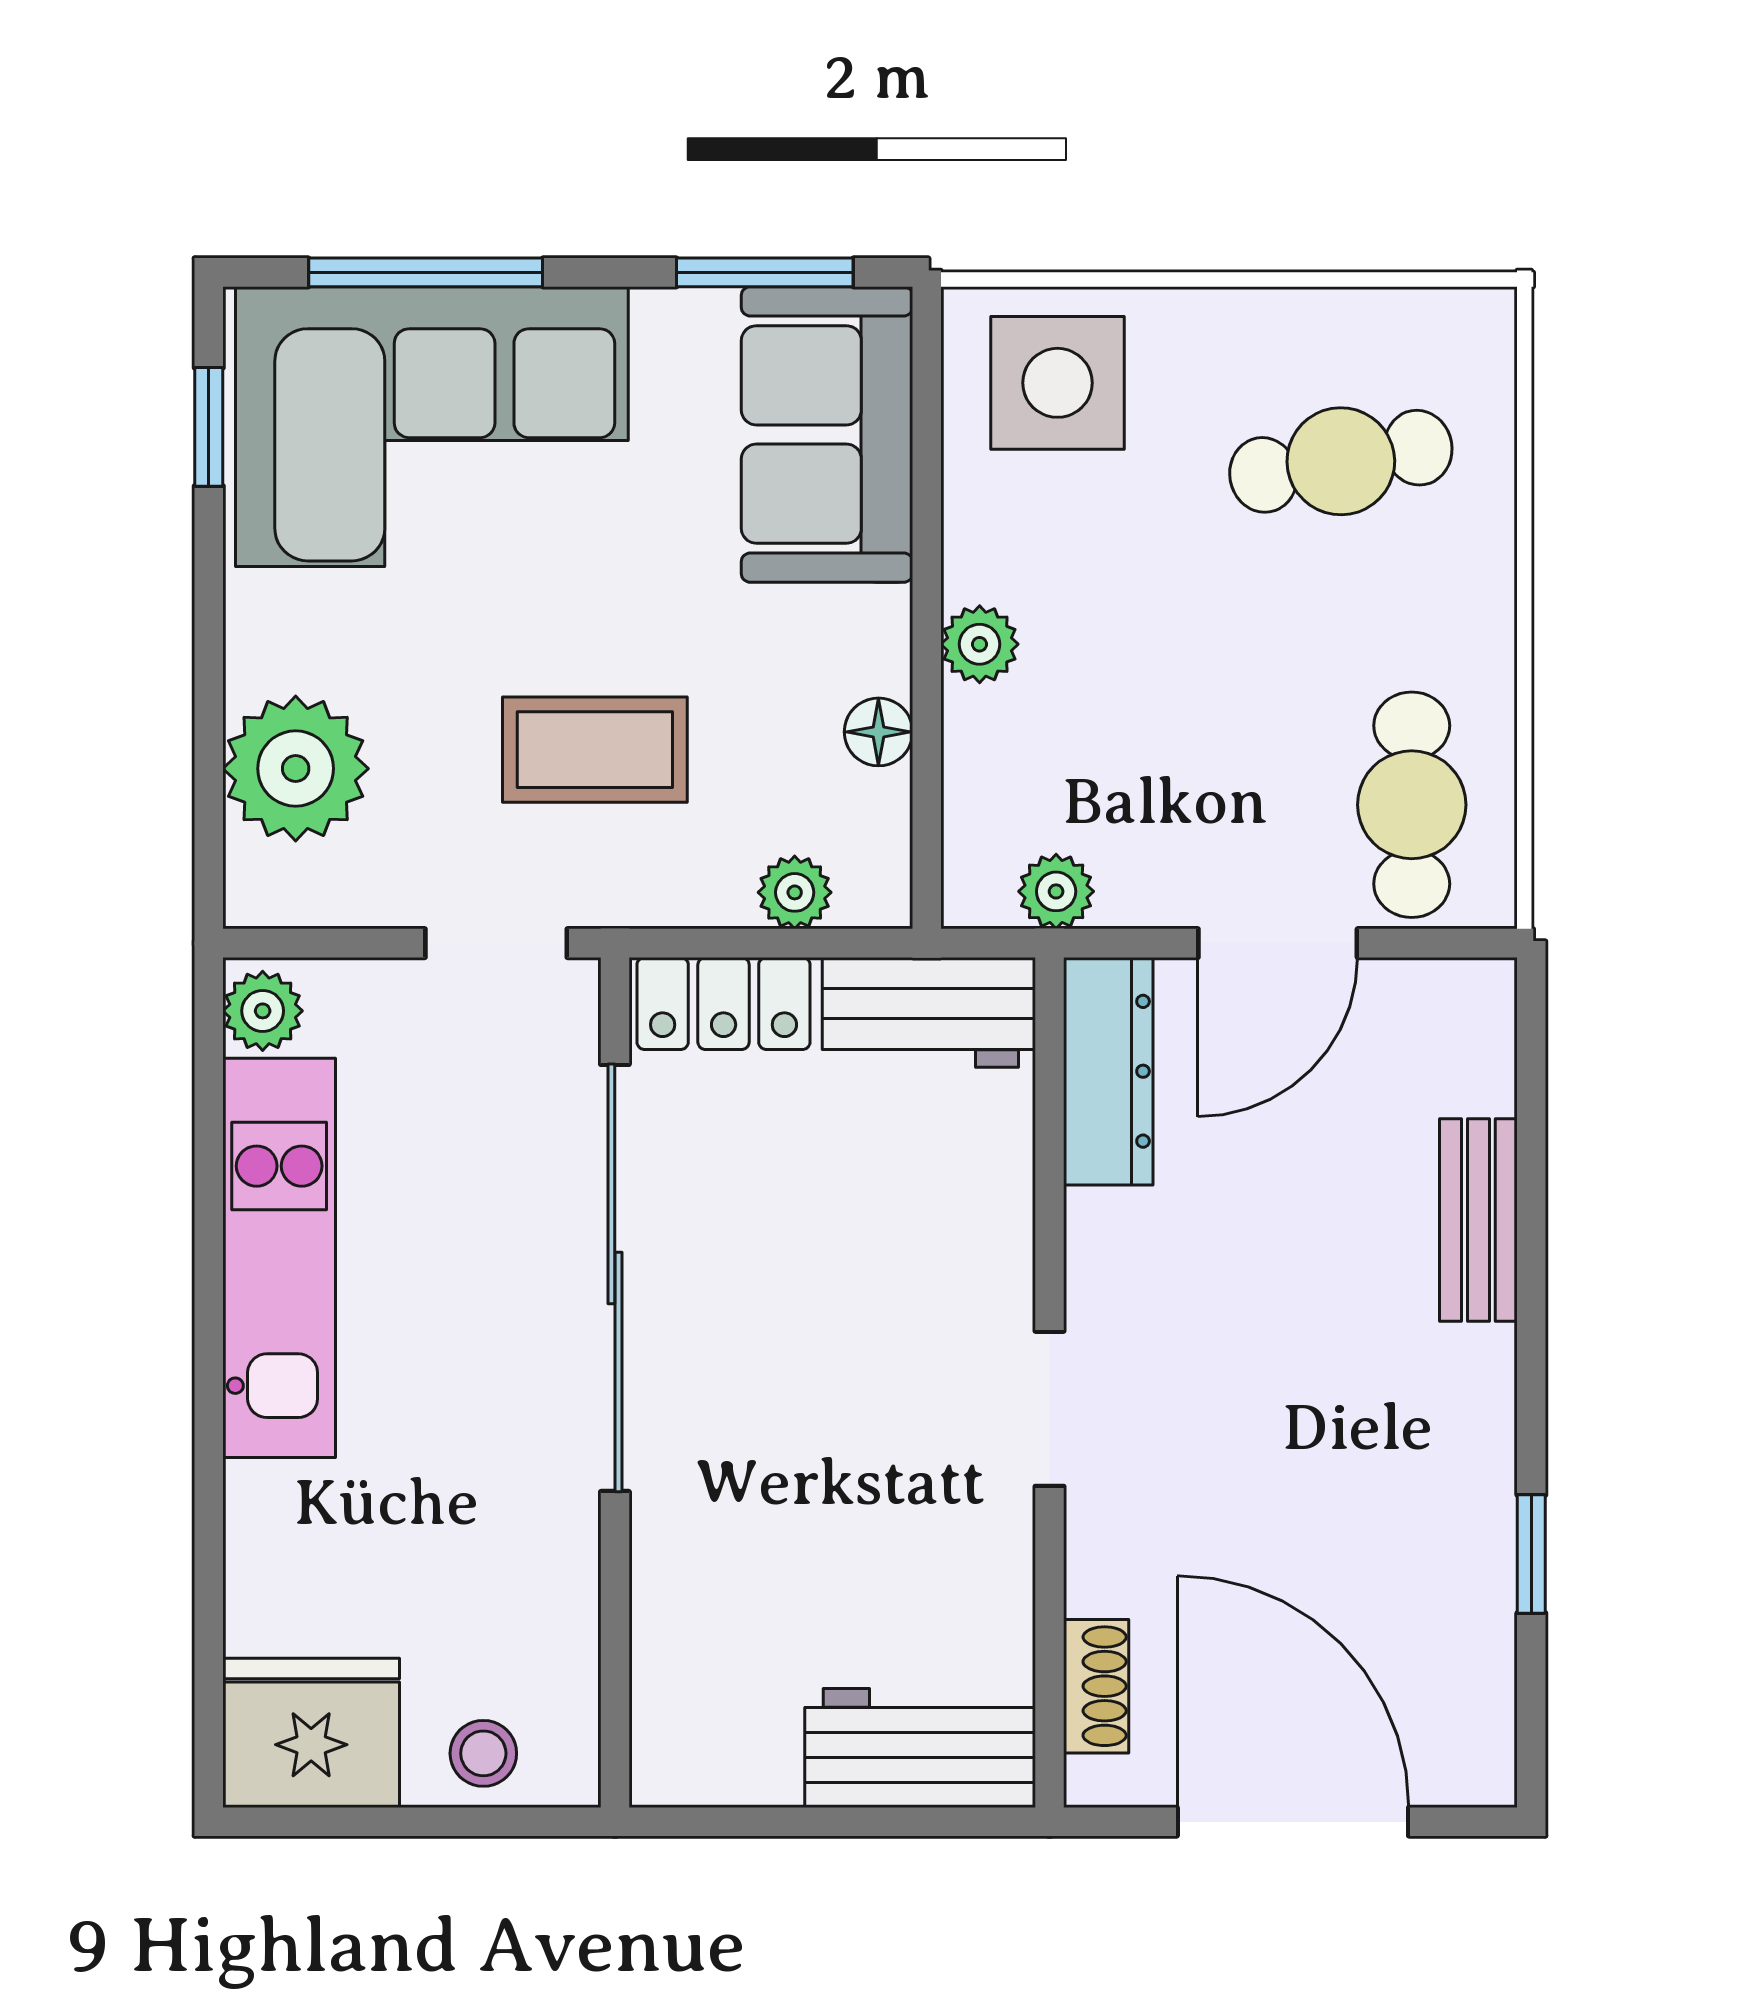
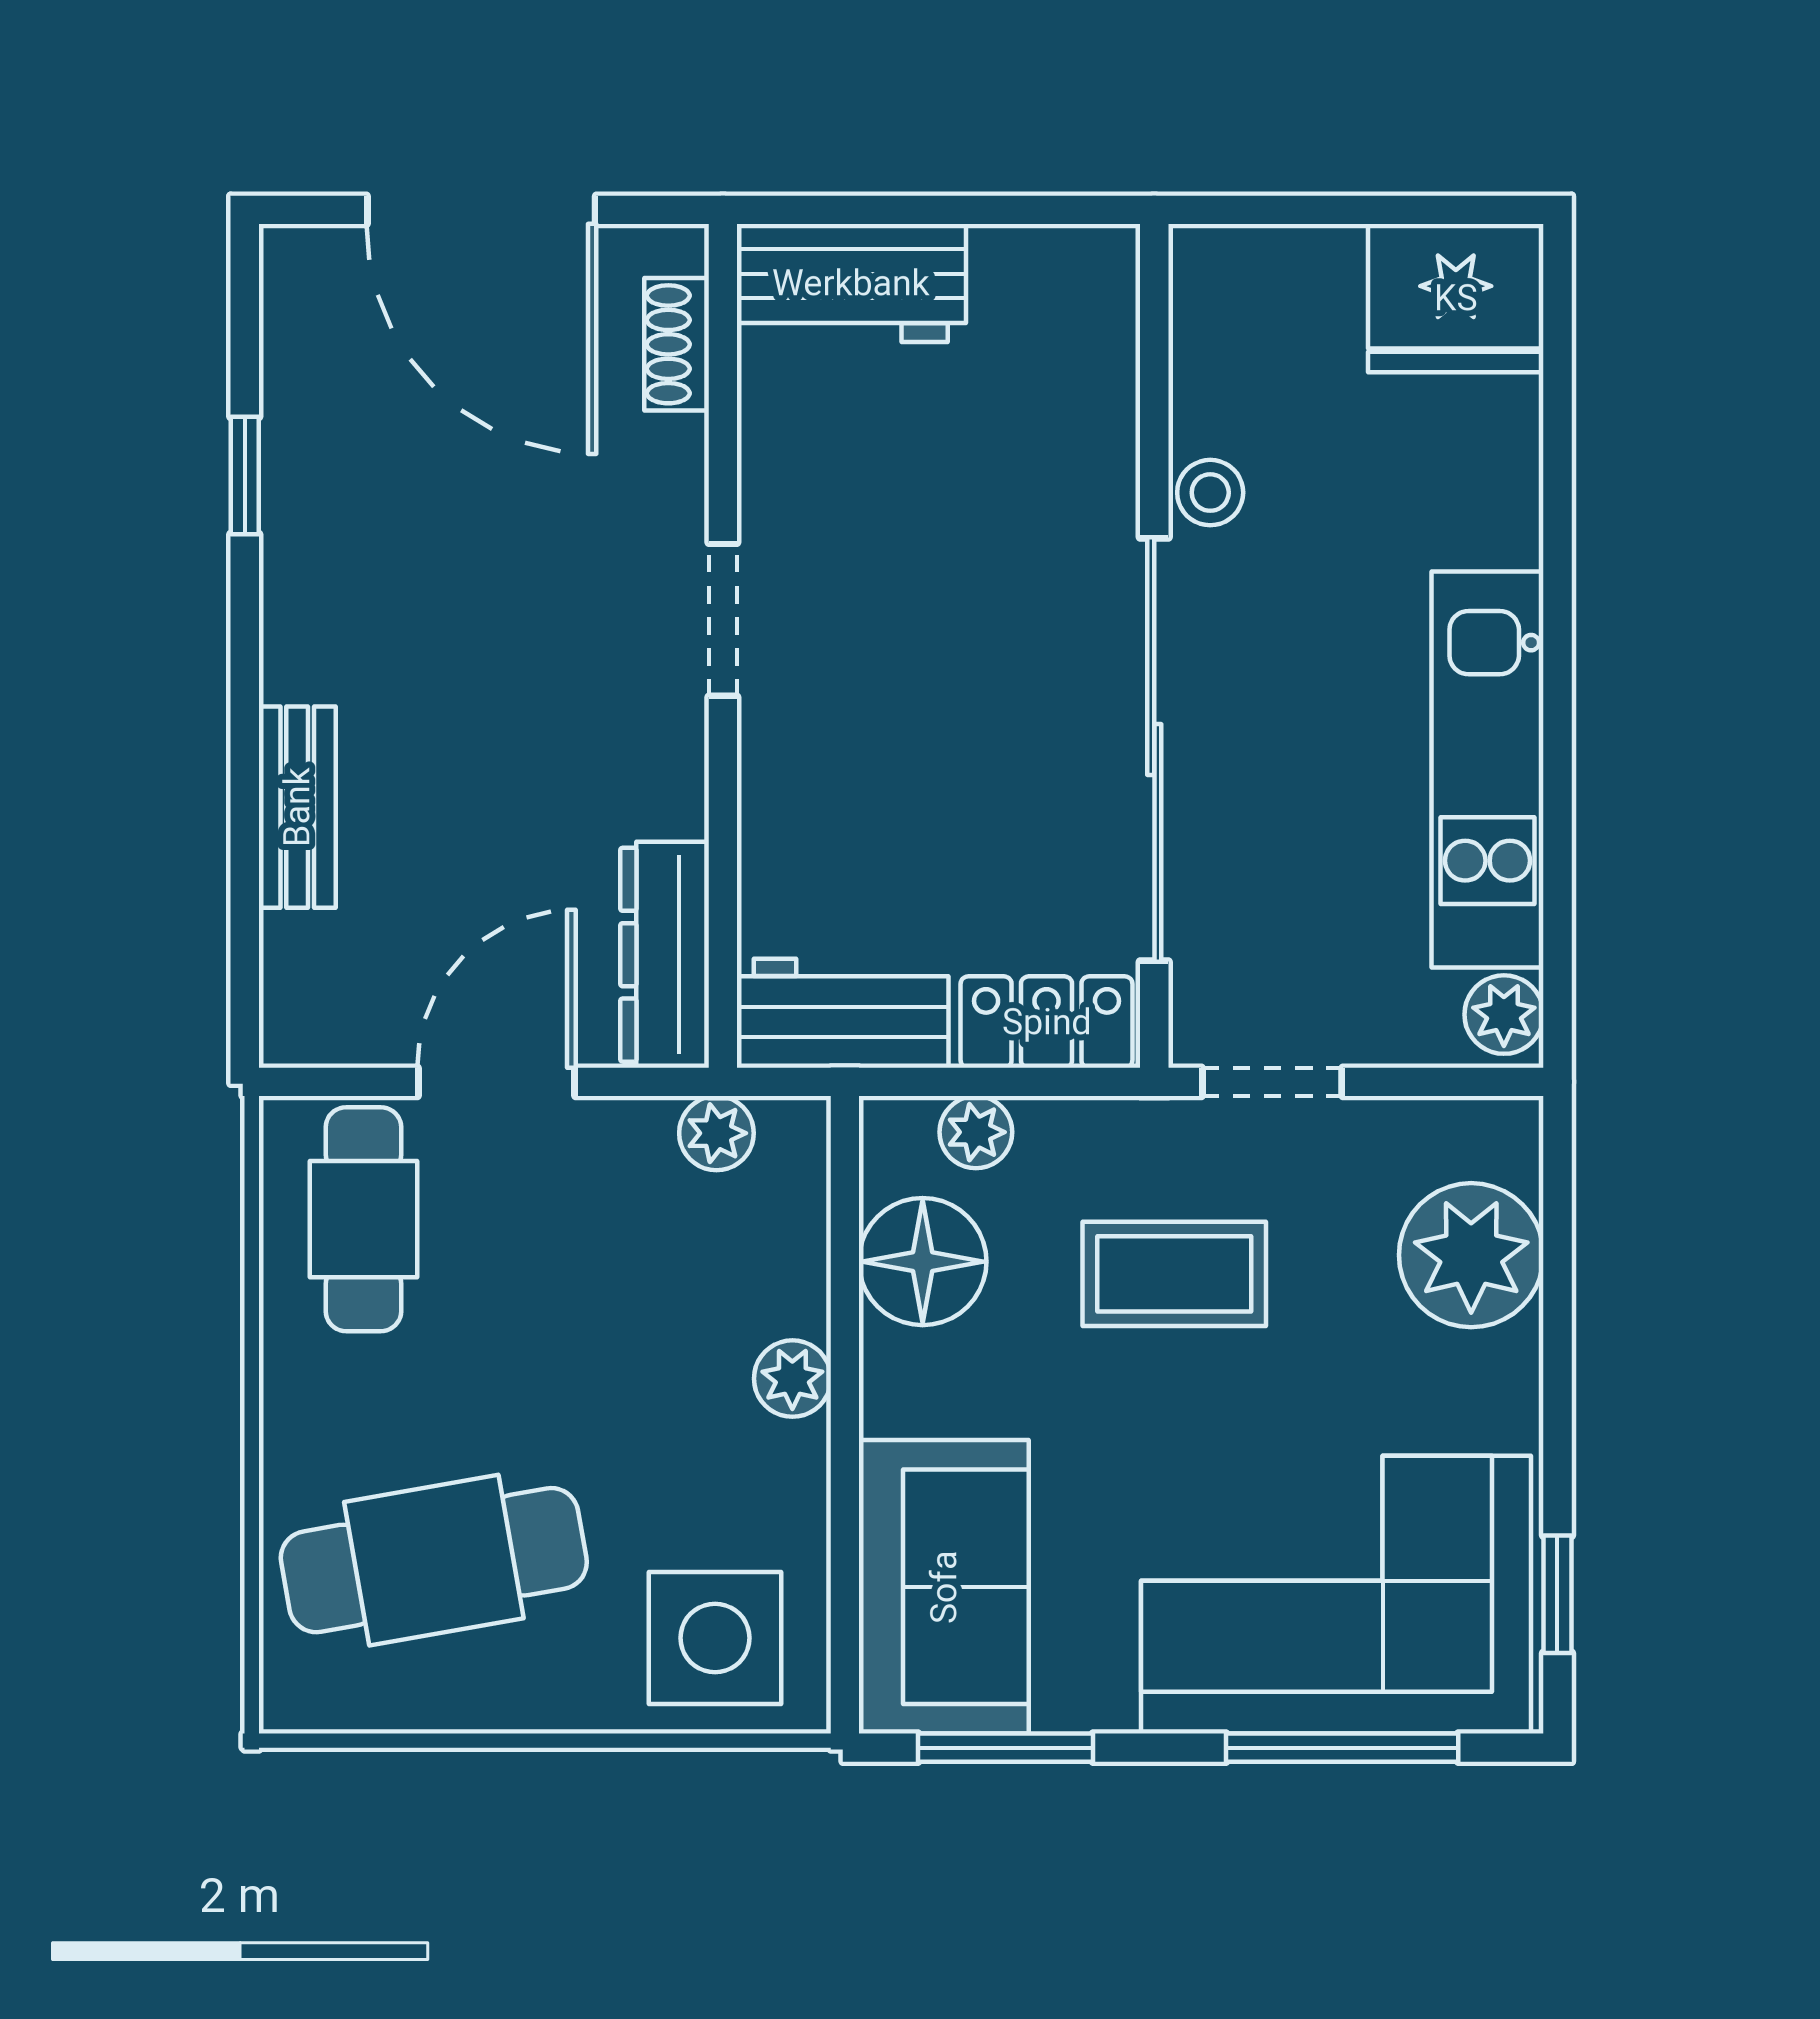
cafe table: (1341, 461) -> (434, 1560), width x1.37, depth x1.35
floor lamp: (878, 732) -> (923, 1262), width x1.89, depth x1.89
stool: (483, 1753) -> (1210, 493), moved

